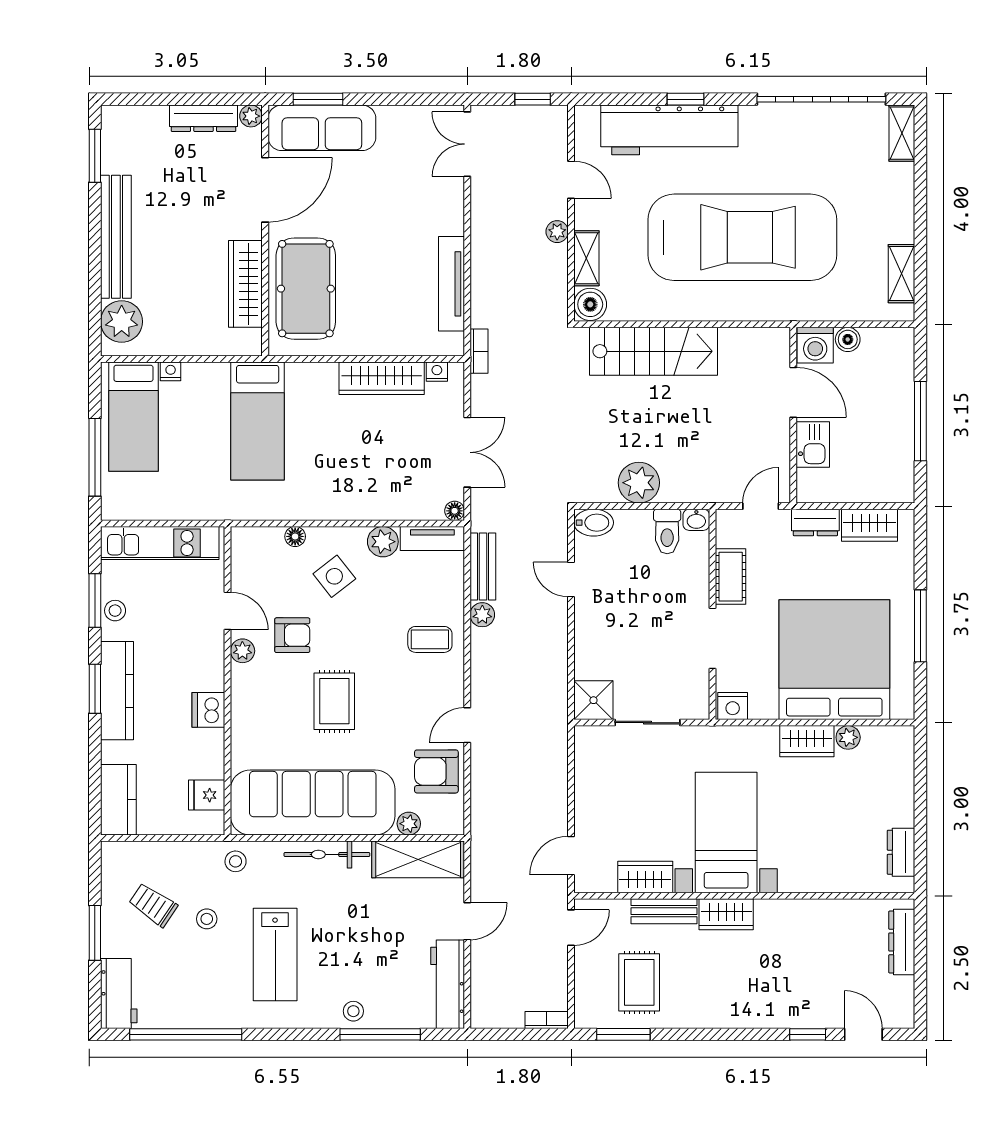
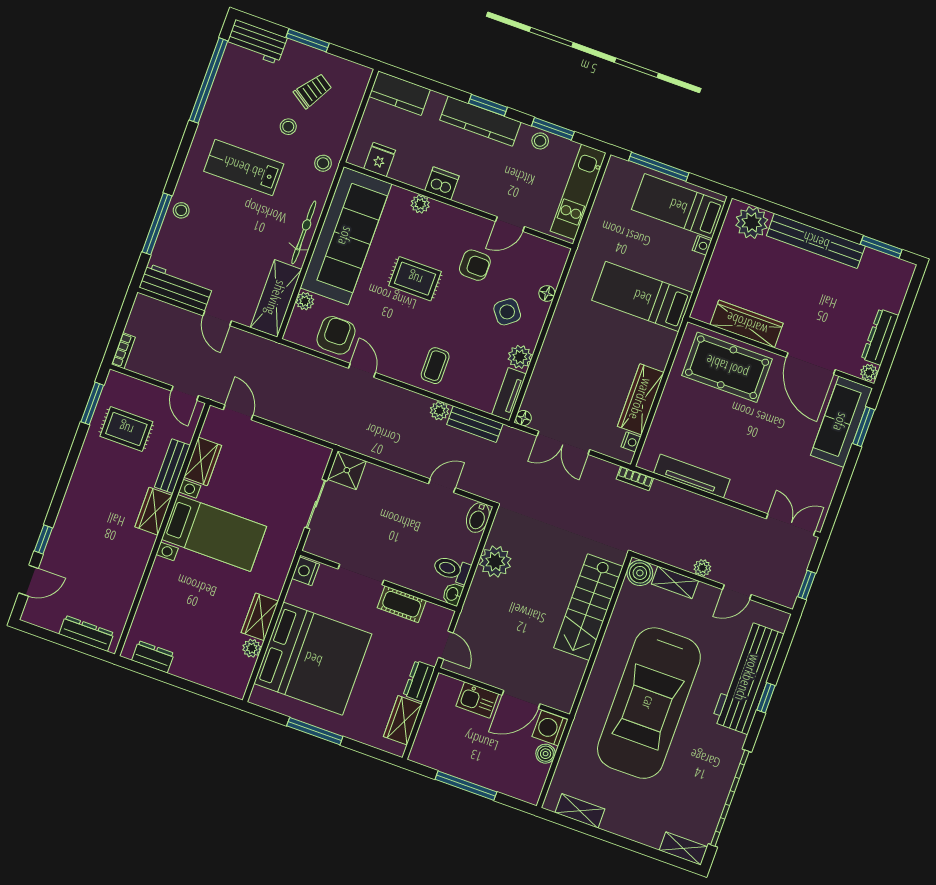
armchair: (292, 635) -> (475, 265), turned -90
plant: (242, 651) -> (420, 204), moved

